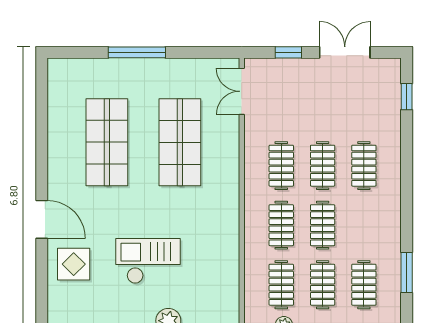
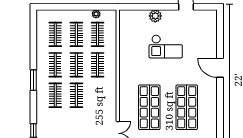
clothes rail: (281, 166) -> (55, 65), moved
display table: (74, 264) -> (204, 45), removed
window: (407, 272) -> (33, 80), moved

